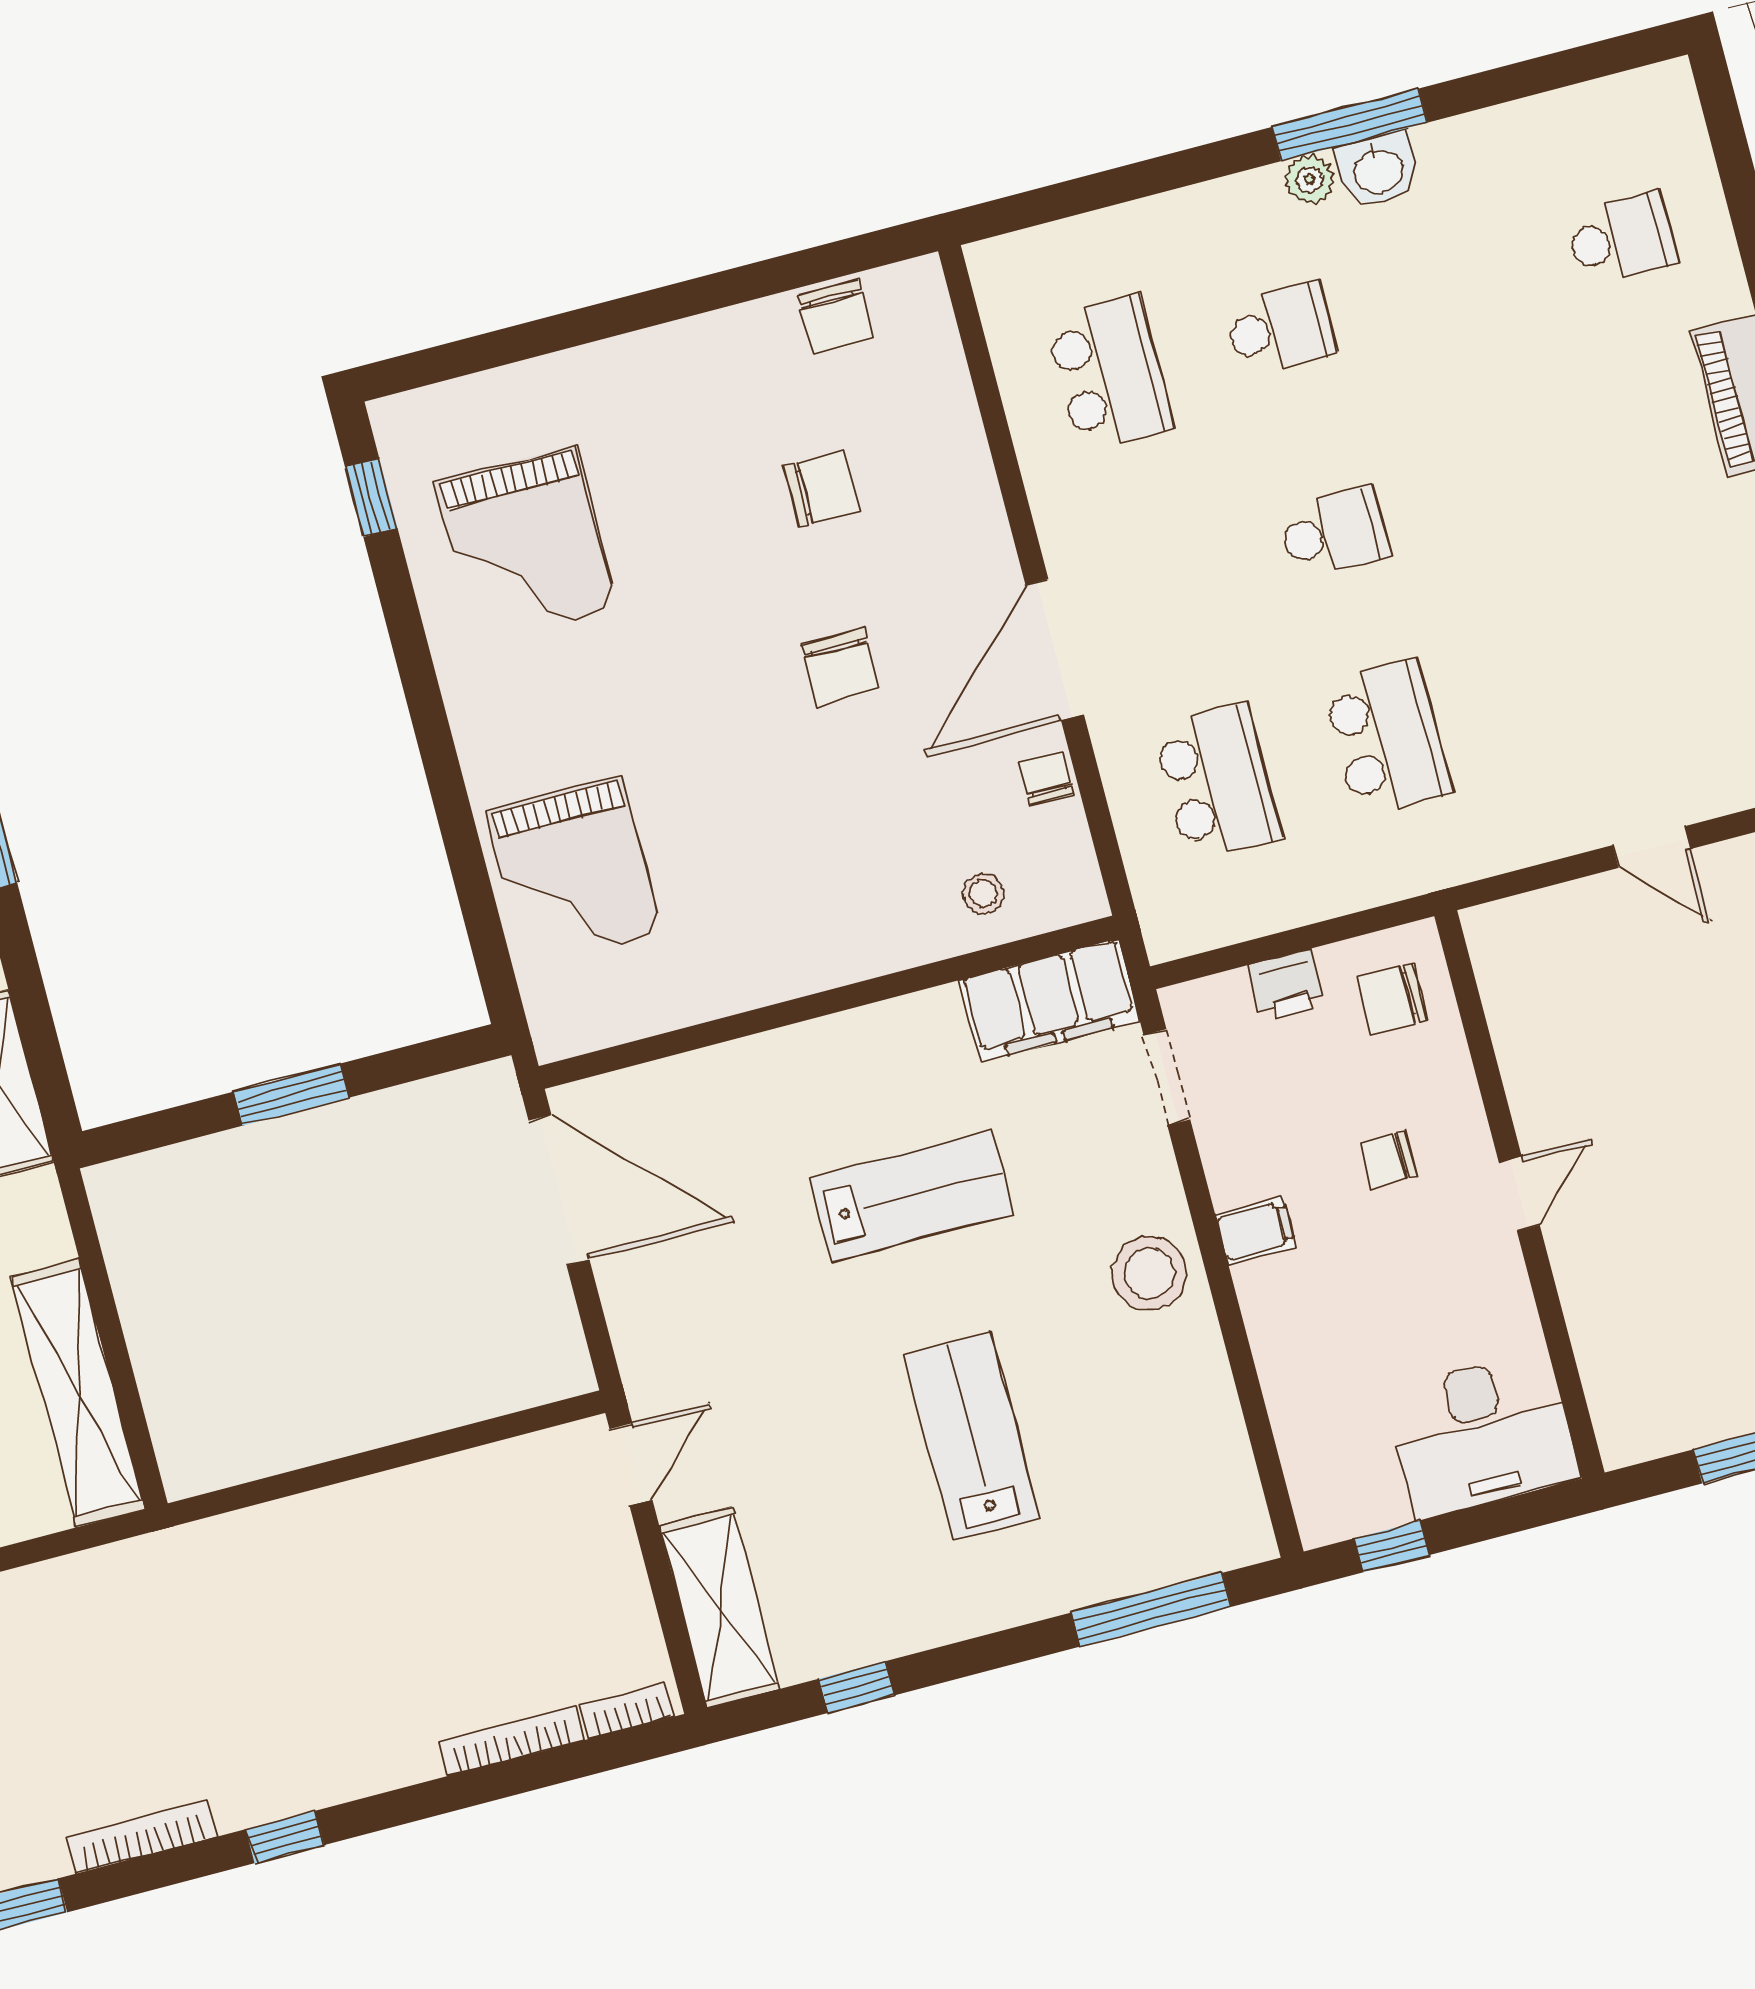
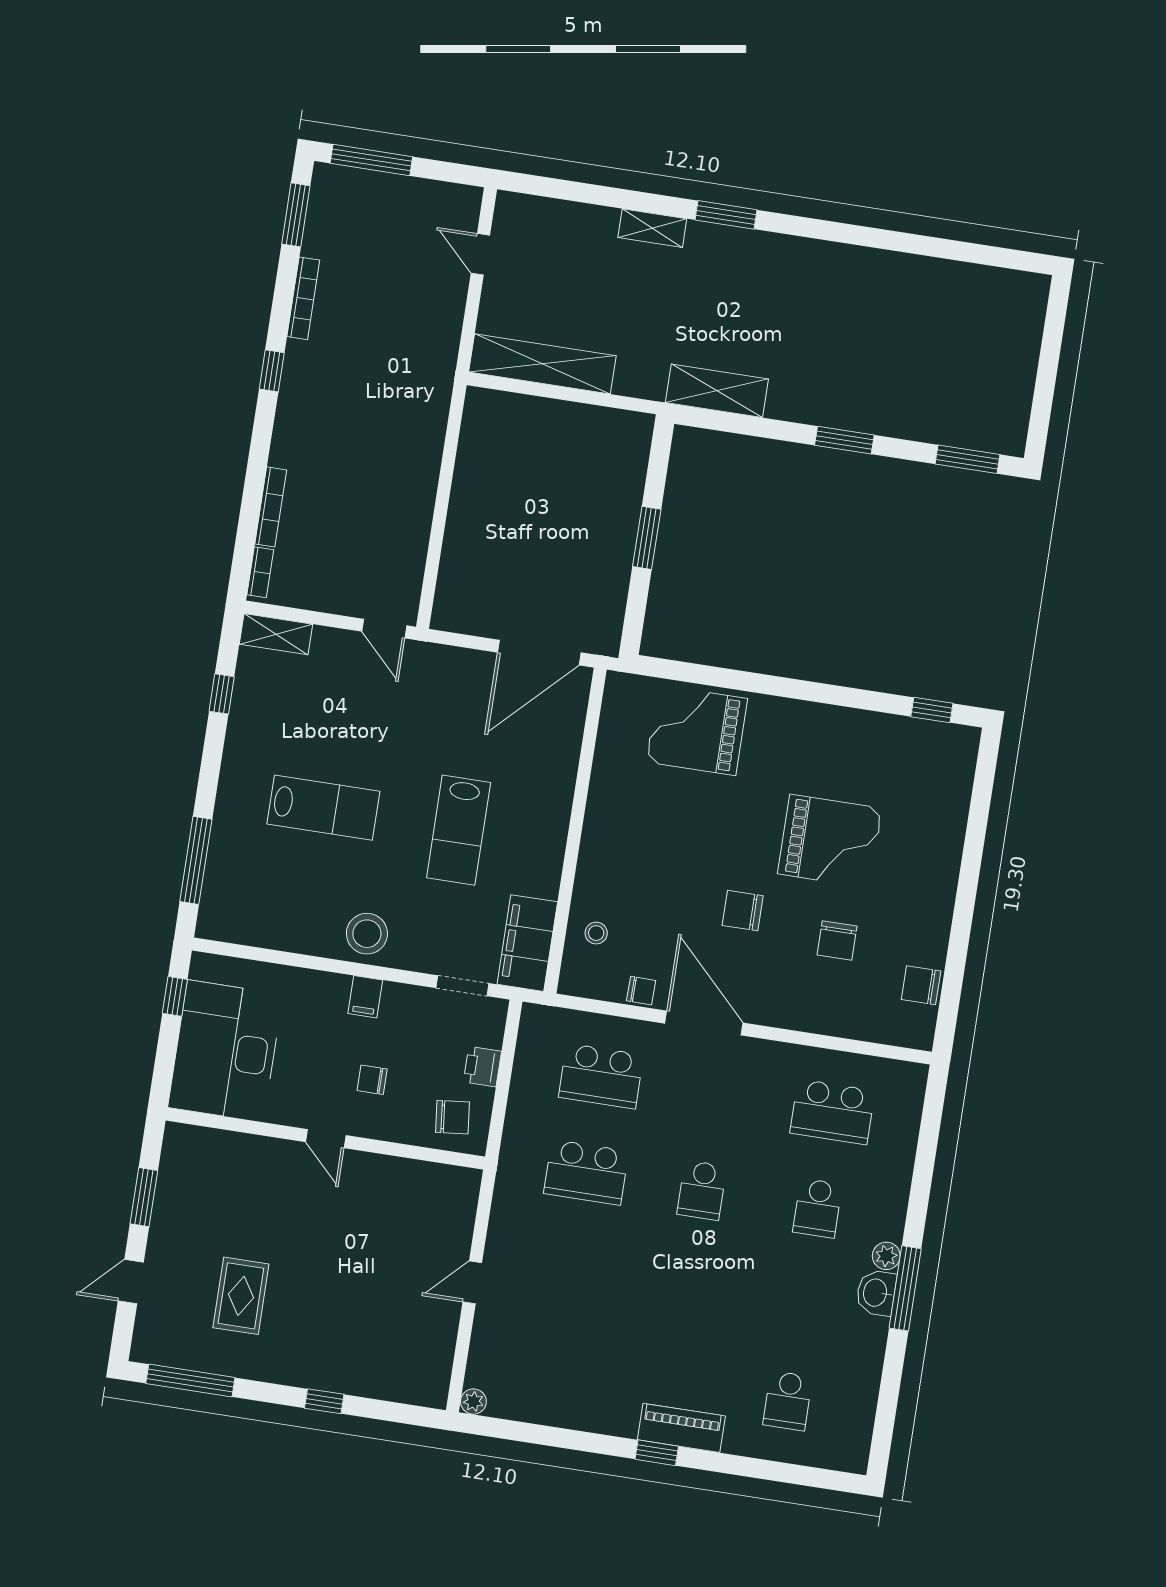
grand piano: (526, 545) -> (830, 841), moved, turned 180
chair: (1392, 999) -> (452, 1117), turned 84
chair: (1388, 1159) -> (372, 1080), turned -90
desk: (1482, 1435) -> (225, 1051), width x1.36, depth x1.30
shelving: (720, 1607) -> (276, 634), width x0.67, depth x0.75

